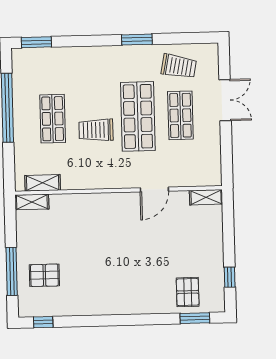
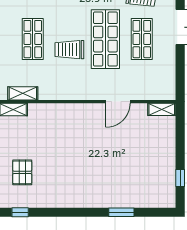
pallet: (44, 275) -> (22, 172), turned 90
pallet: (188, 292) -> (144, 190), removed
window: (195, 318) -> (121, 212), moved

